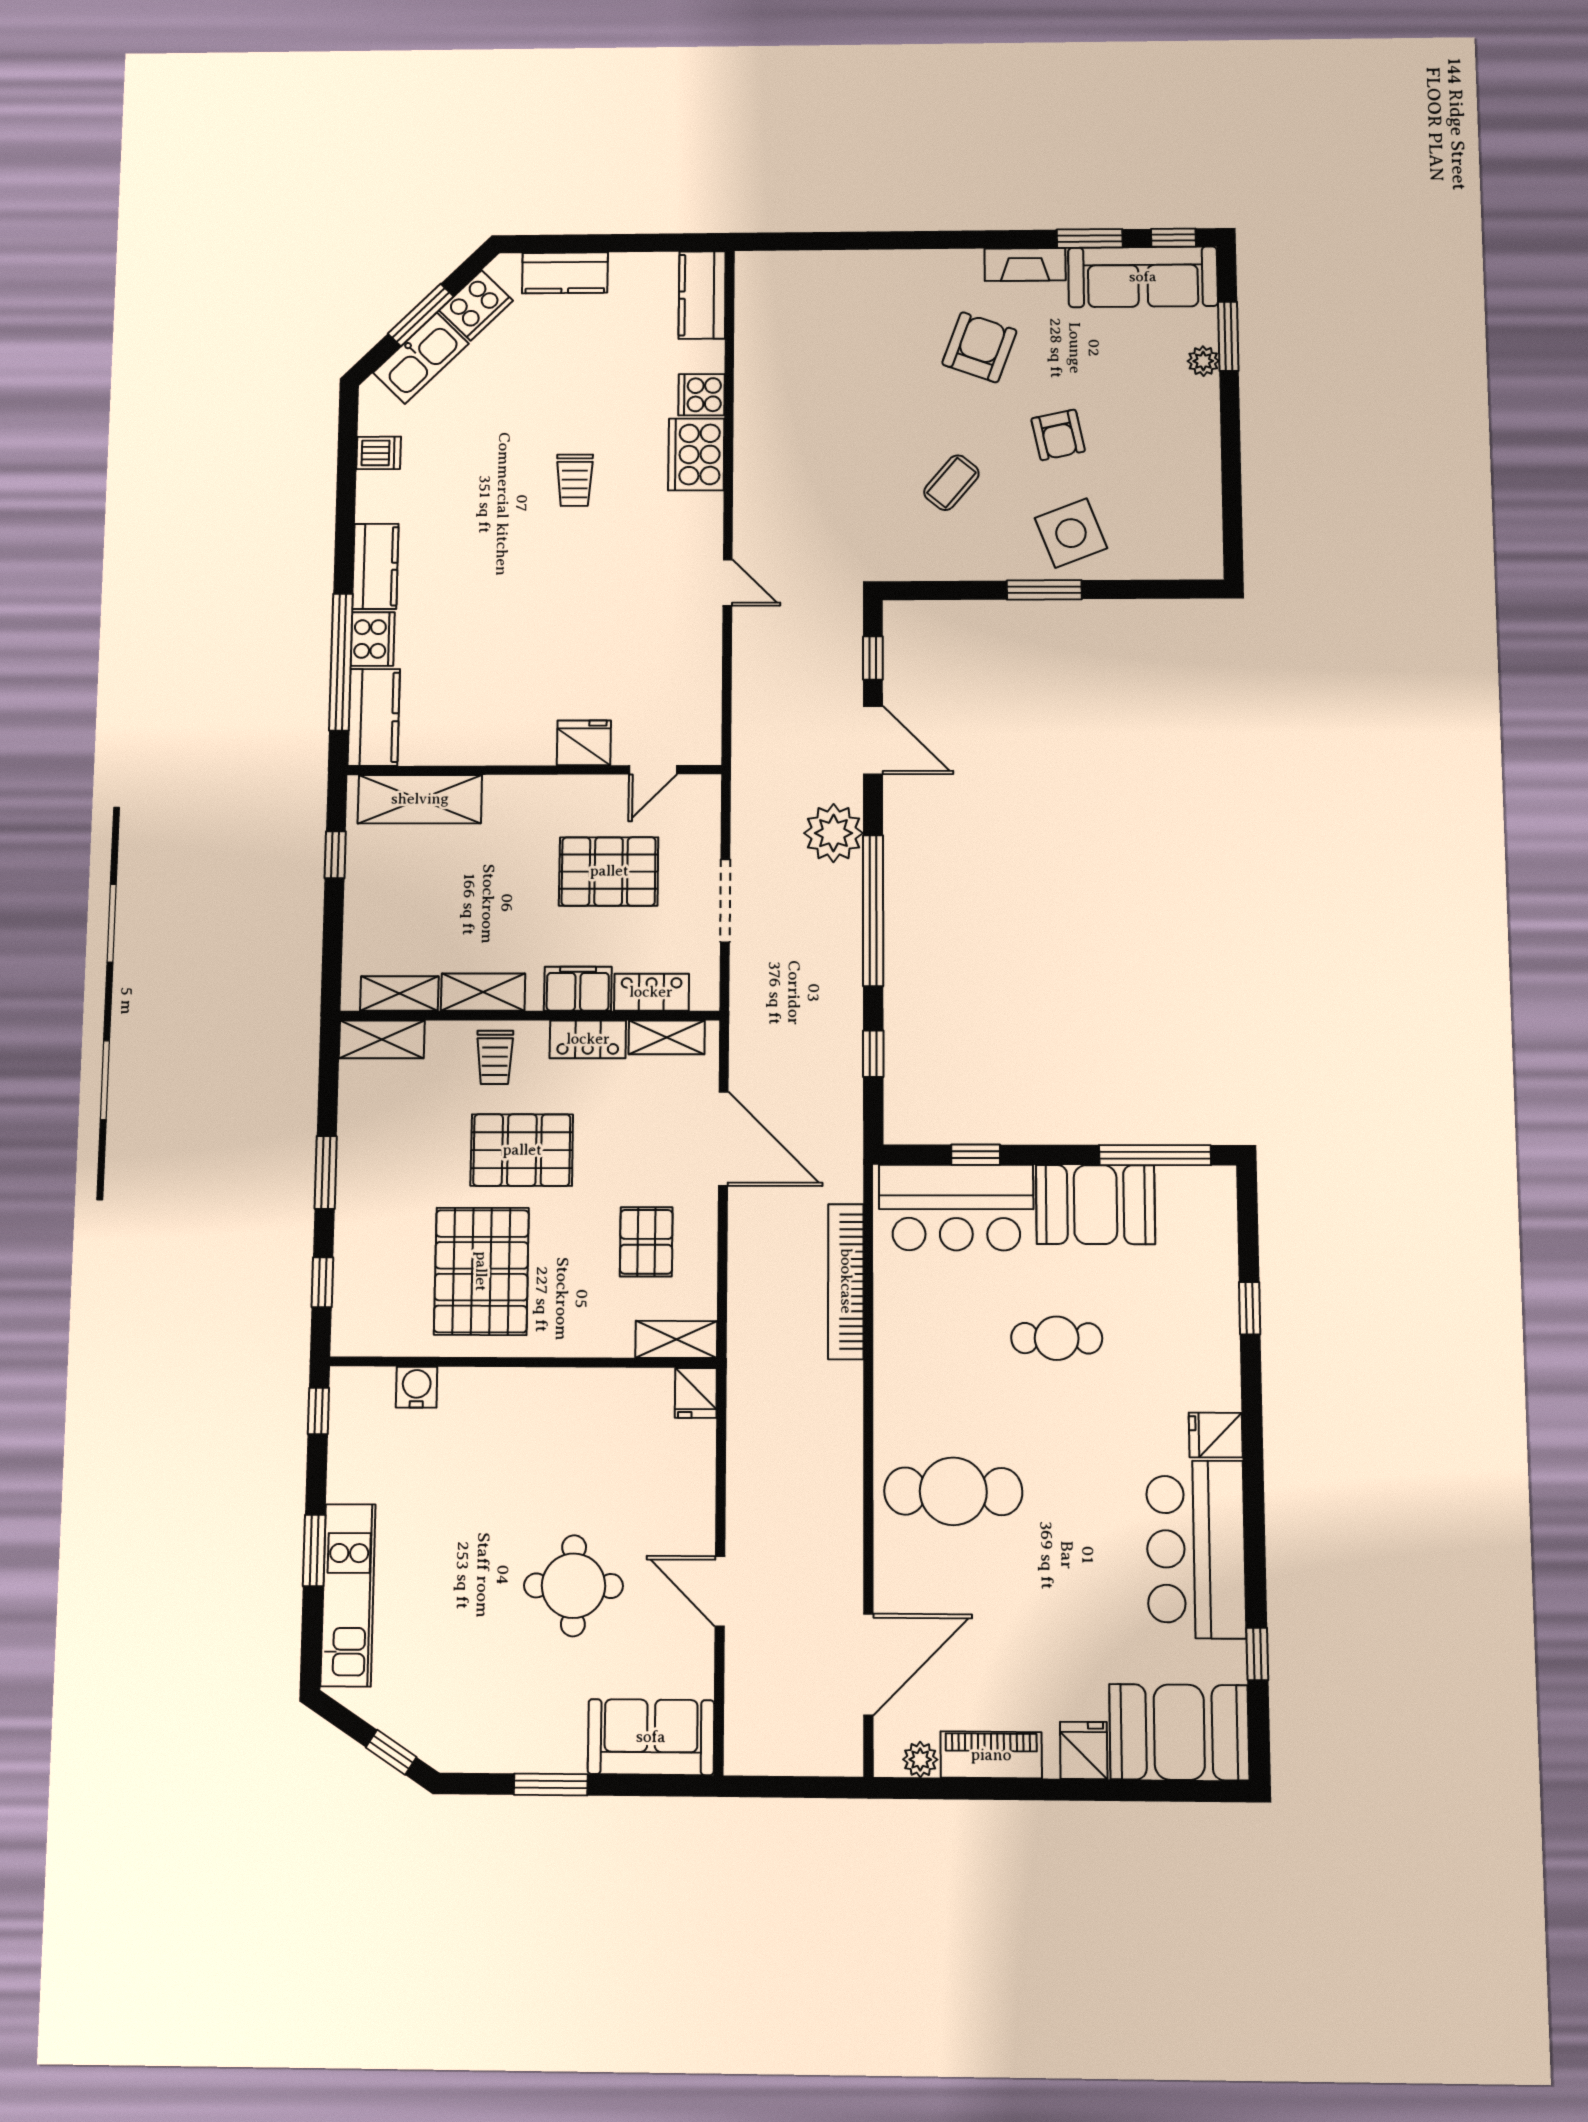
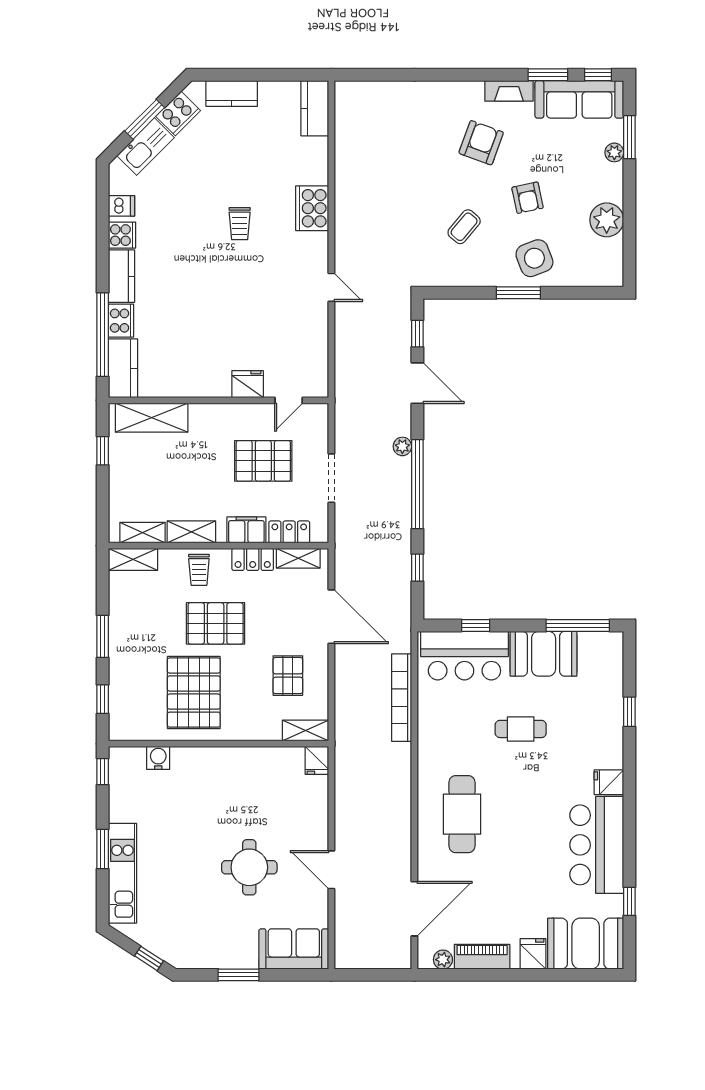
cooker: (702, 395) -> (122, 235), moved, turned 180
plant: (1193, 470) -> (607, 220), added
plant: (833, 833) -> (402, 446), width x0.53, depth x0.53
cafe table: (953, 1491) -> (462, 814), turned 90

